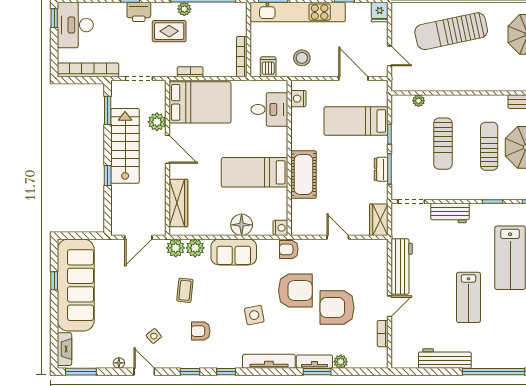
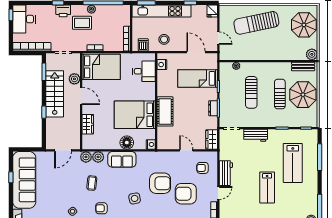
bed: (254, 172) -> (135, 115), width x1.50
wardrobe: (178, 203) -> (88, 124), width x0.67
armchair: (289, 249) -> (203, 168), moved
workbench: (402, 267) -> (226, 173), width x0.73

